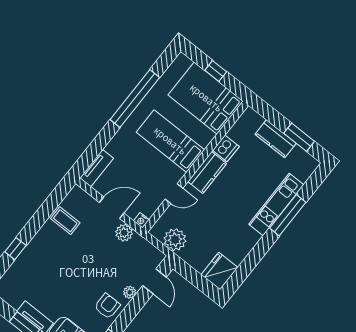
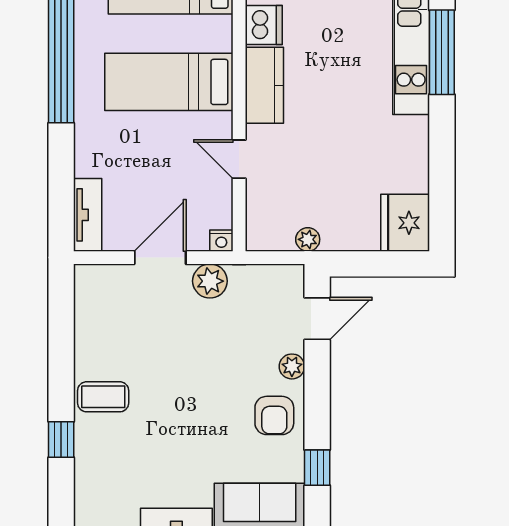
door: (174, 194) -> (239, 159), swing flipped
coffee table: (65, 221) -> (103, 397), moved
plant: (175, 240) -> (308, 239), width x0.53, depth x0.53
door: (155, 281) -> (317, 319), hinge flipped
armchair: (107, 306) -> (274, 415), turned 180

